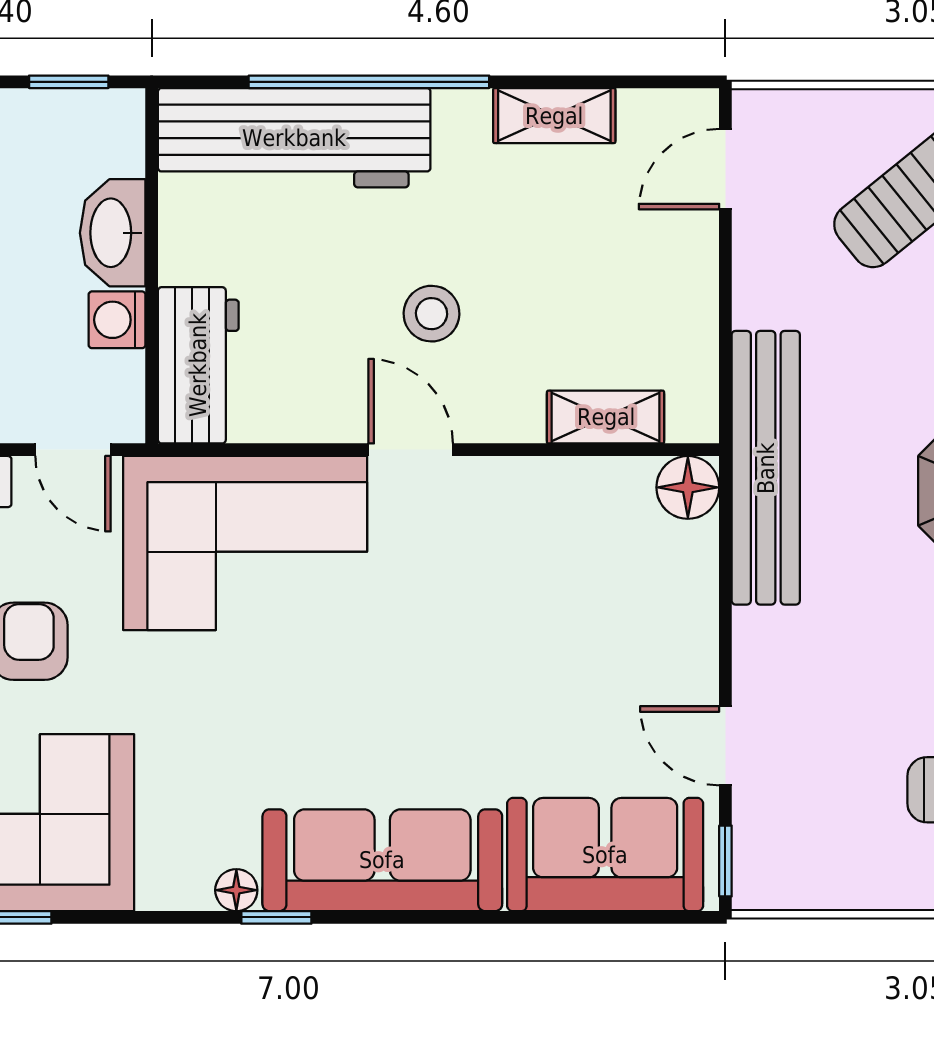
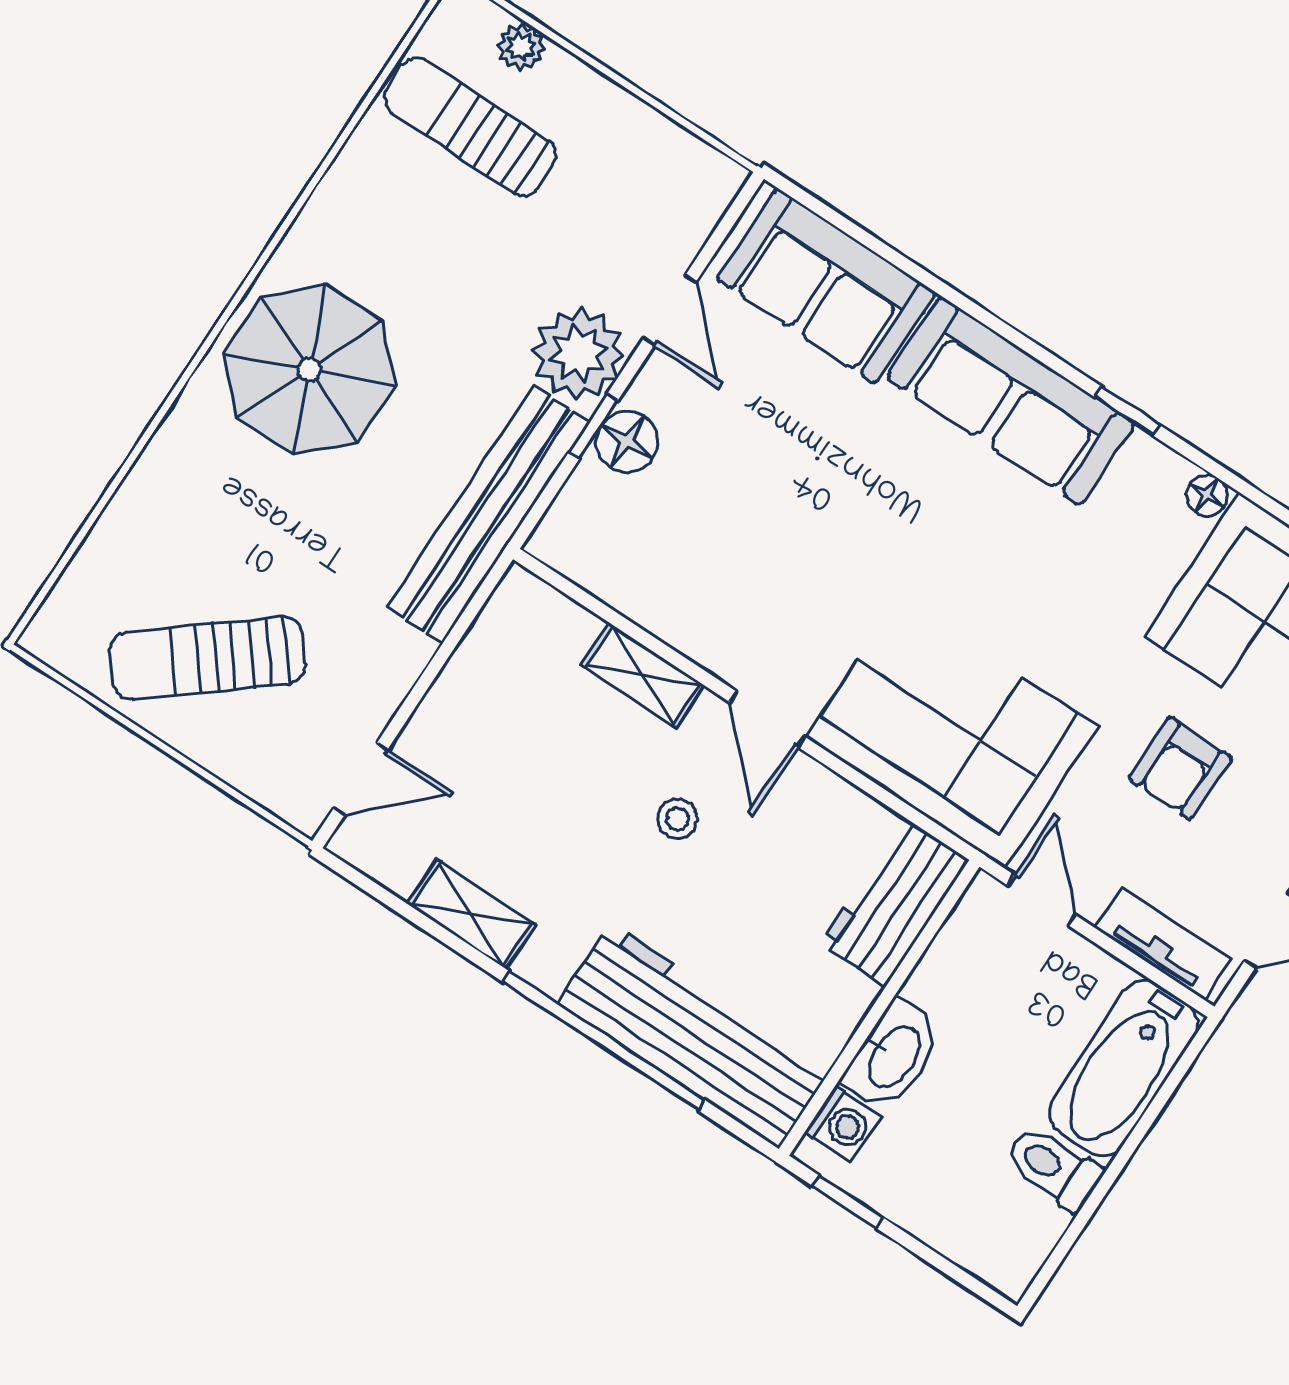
stool: (432, 314) -> (677, 819), width x0.73, depth x0.73
washing machine: (117, 320) -> (843, 1124), moved
shelving: (606, 417) -> (643, 675), moved
floor lamp: (688, 487) -> (627, 442), moved
plant: (779, 657) -> (579, 354), added
window: (725, 861) -> (593, 426), moved
floor lamp: (236, 890) -> (1207, 496), moved

